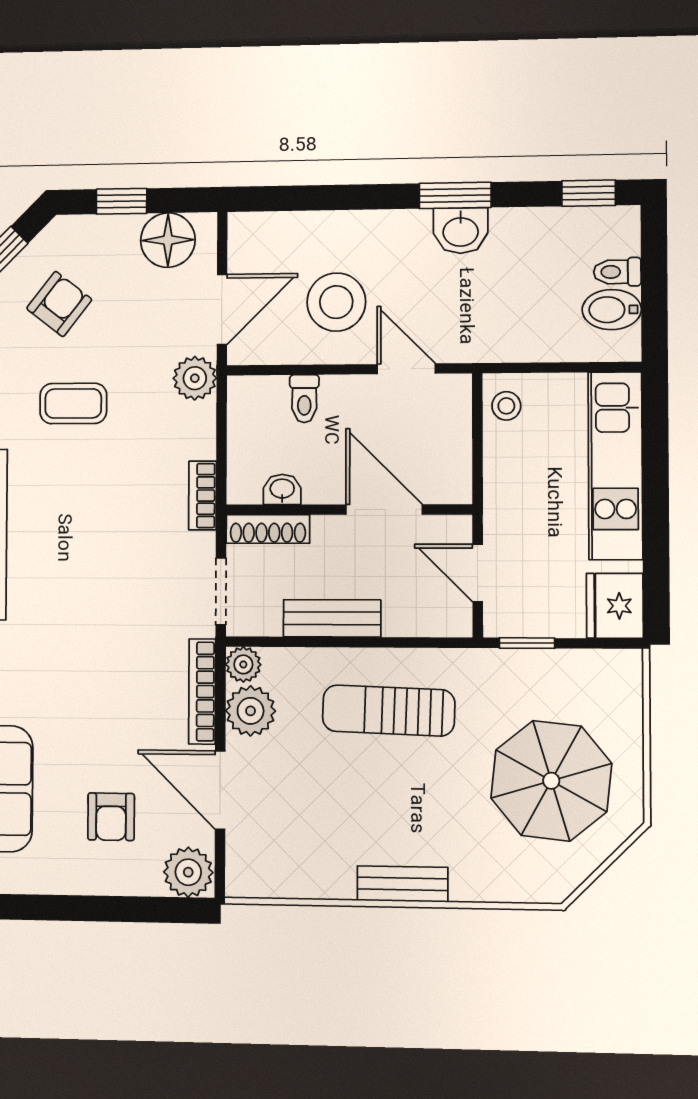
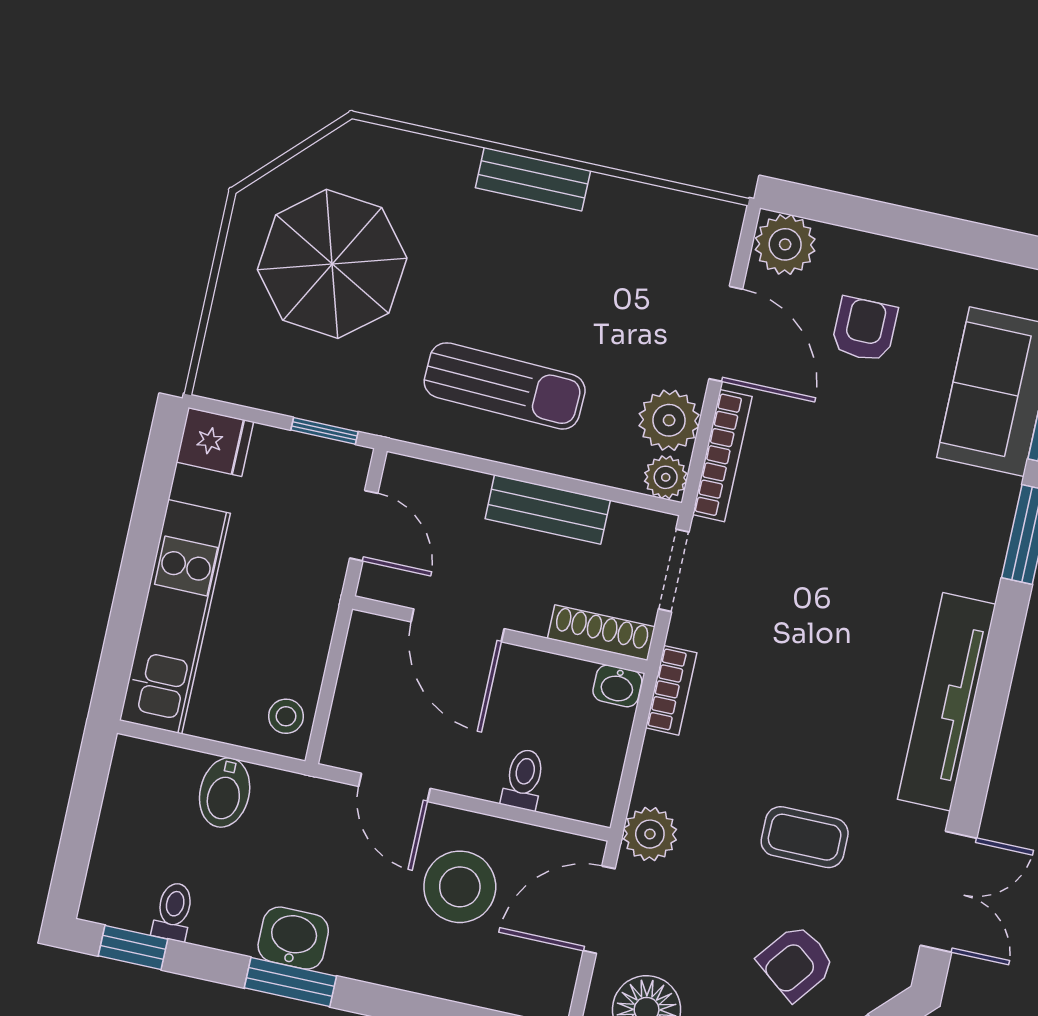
toilet: (617, 272) -> (173, 911), moved, turned -90
bidet: (612, 310) -> (225, 793), moved, turned 90
washbasin: (282, 489) -> (617, 686), moved
fridge: (615, 606) -> (215, 442), width x0.72

